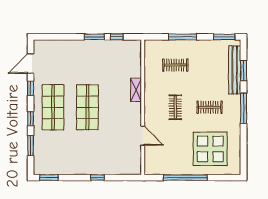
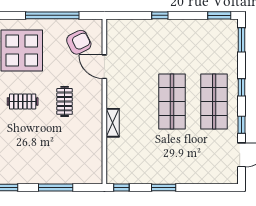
window: (117, 37) -> (121, 188), moved
clothes rail: (175, 65) -> (65, 153), removed
window: (31, 146) -> (242, 40), moved
armchair: (164, 156) -> (79, 42), added

